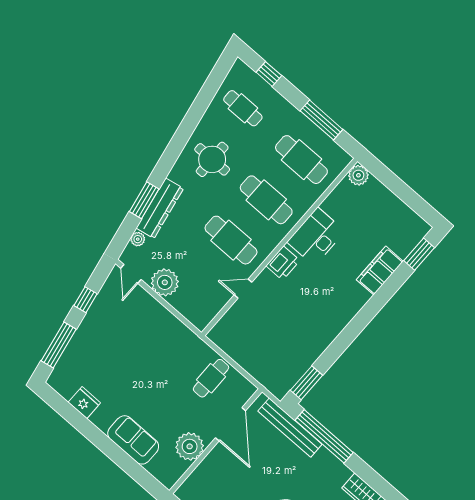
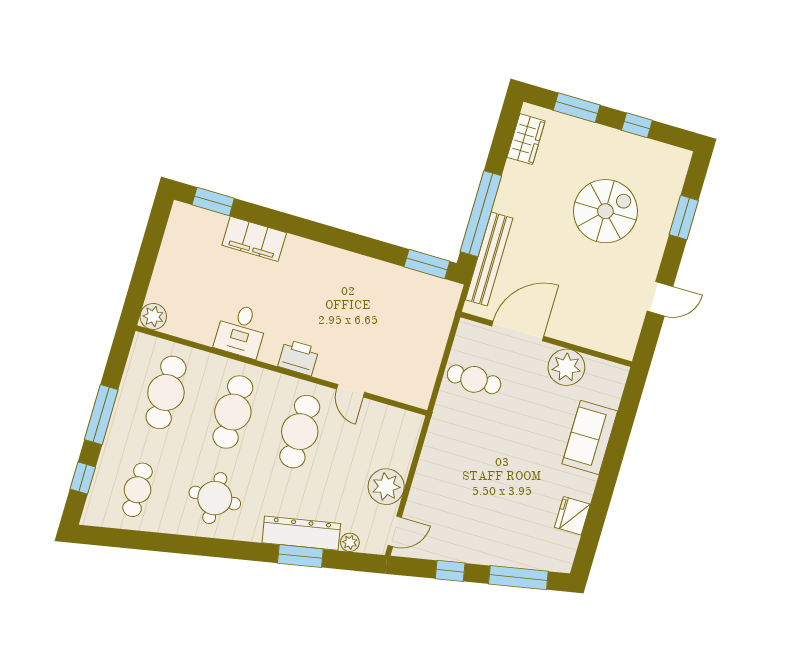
window: (321, 120) -> (101, 415), moved
desk: (316, 237) -> (241, 331), width x0.73

